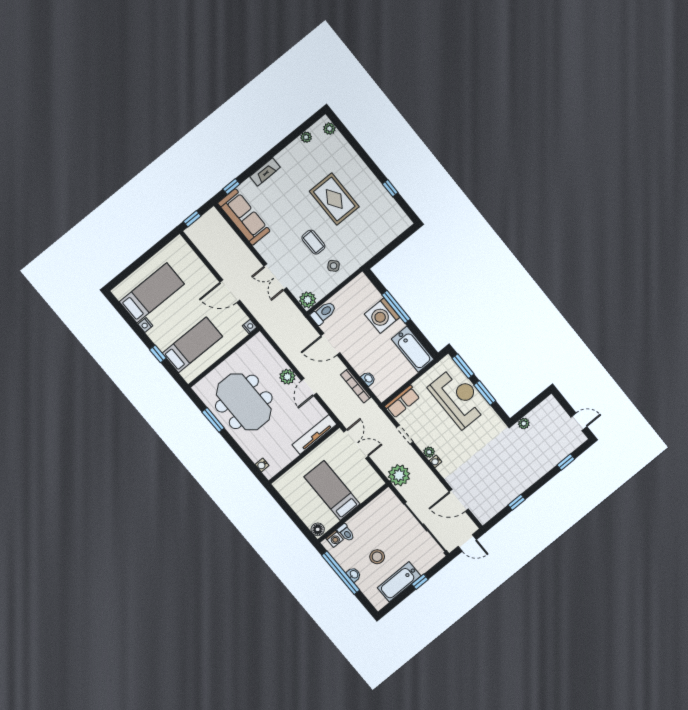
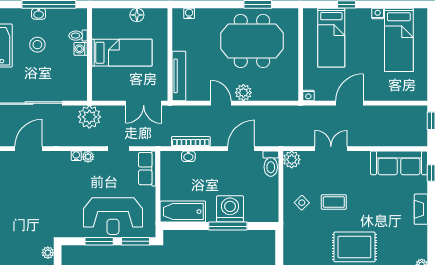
floor lamp: (318, 529) -> (137, 15), moved
washing machine: (335, 539) -> (81, 49), moved

